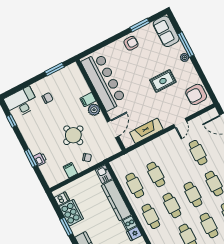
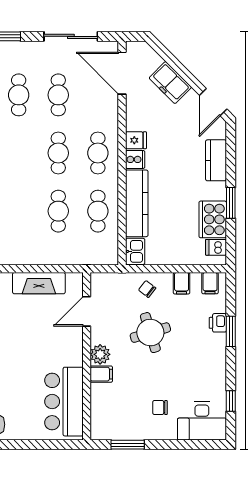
bar counter: (104, 81) -> (64, 402), width x0.73
filing cabinet: (55, 178) -> (210, 283), added
cafe table: (193, 194) -> (19, 153), removed

